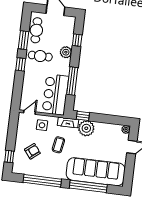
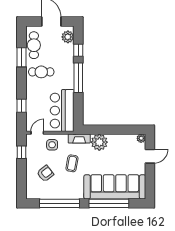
plant: (66, 52) -> (68, 37), moved
window: (21, 64) -> (22, 106), moved
window: (72, 81) -> (78, 78), moved
window: (83, 116) -> (94, 130), removed
window: (9, 157) -> (22, 152), moved

